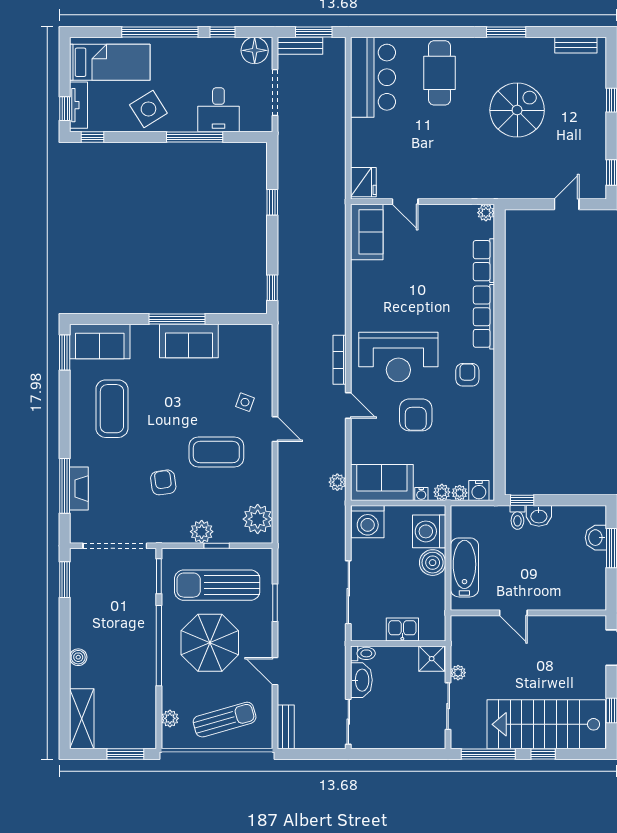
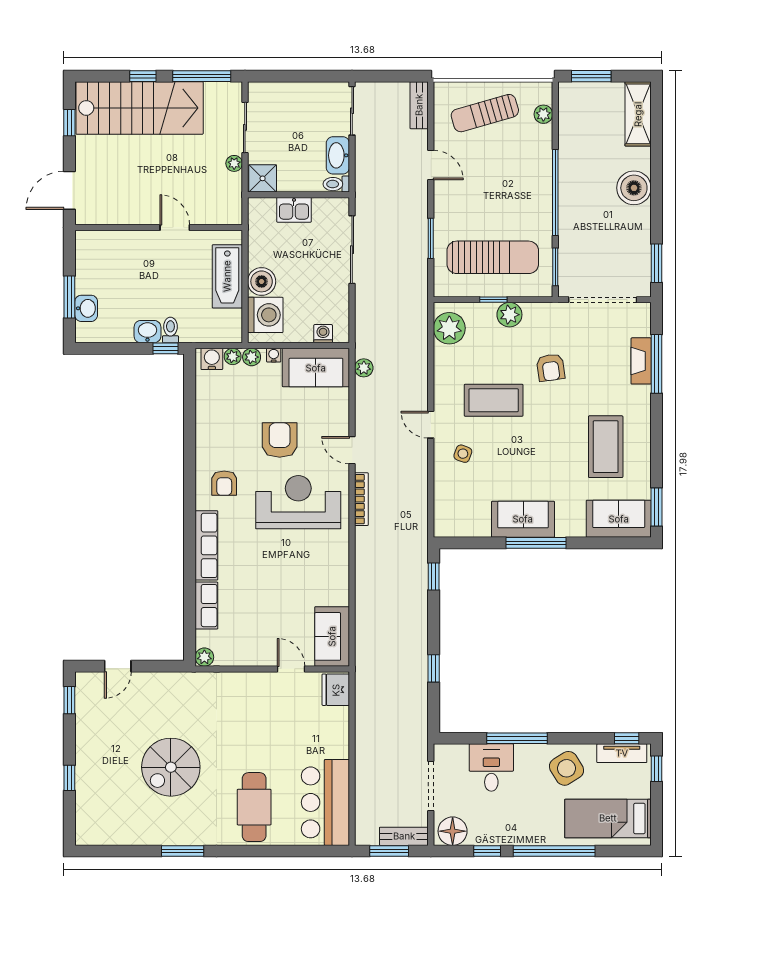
bench: (576, 45) -> (108, 837), removed
tv unit: (79, 105) -> (622, 753), moved, turned -90
washing machine: (368, 522) -> (323, 334), width x0.53, depth x0.53
parasol: (210, 643) -> (501, 195), removed
boiler: (78, 657) -> (634, 188), width x1.86, depth x1.86

